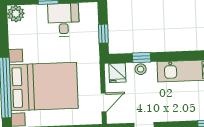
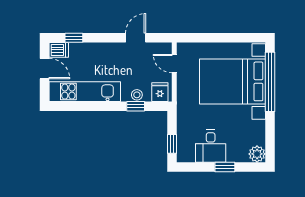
window: (103, 34) -> (172, 144), moved
door: (104, 102) -> (174, 64), hinge flipped

